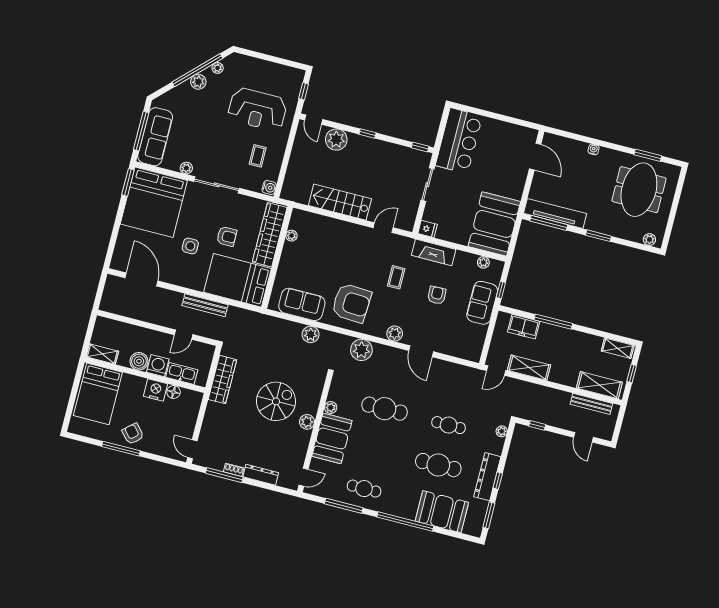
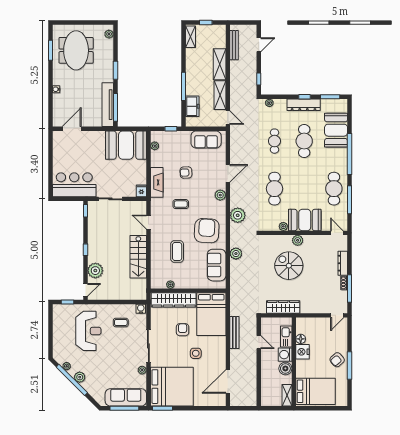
meeting table: (639, 190) -> (76, 50), turned 90
coffee table: (334, 256) -> (177, 251), added
sofa: (482, 303) -> (206, 139), moved
shelving: (599, 385) -> (220, 64), moved
cafe table: (364, 489) -> (334, 189), width x1.37, depth x1.35

